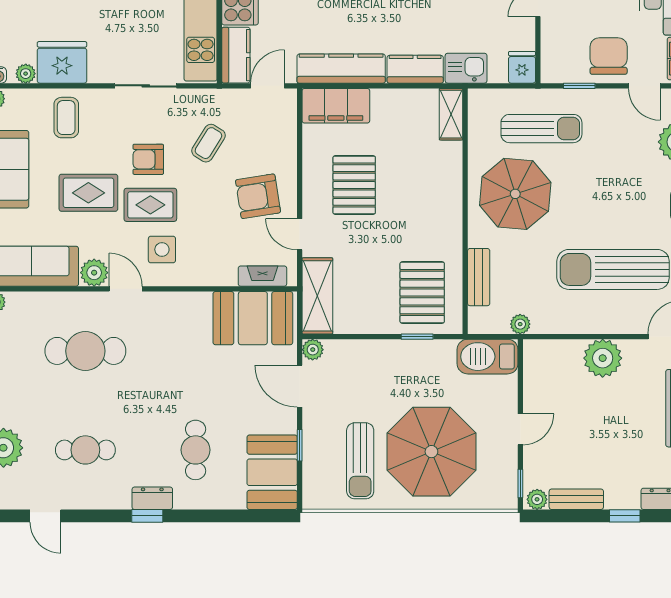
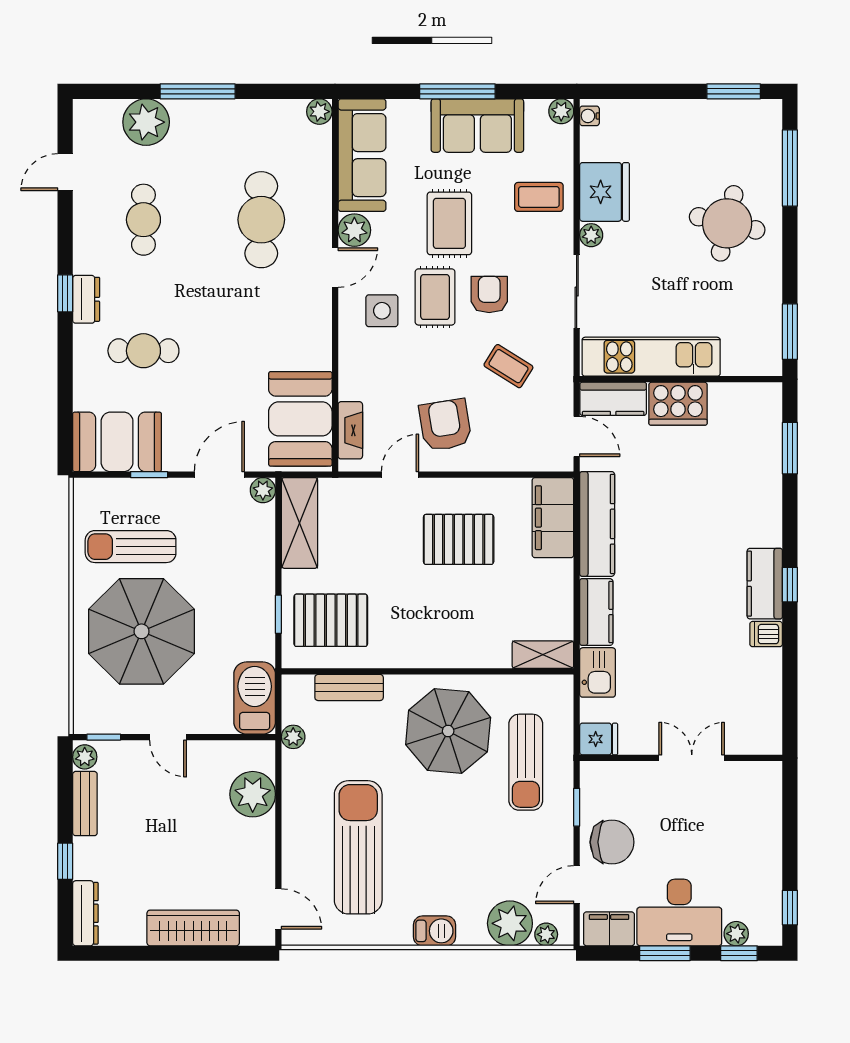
plant: (26, 74) -> (591, 235), moved
shelving: (317, 296) -> (300, 523), moved, turned 90
plant: (603, 358) -> (253, 794), moved

